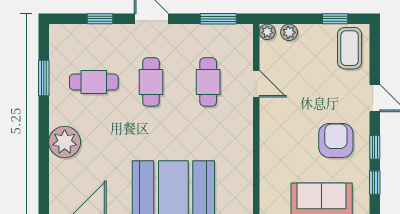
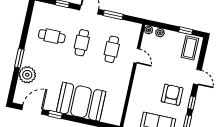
window: (218, 19) -> (113, 15), moved
window: (44, 78) -> (19, 58), moved
plant: (65, 142) -> (27, 75), moved

